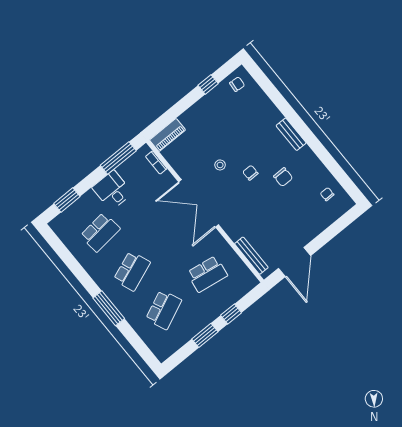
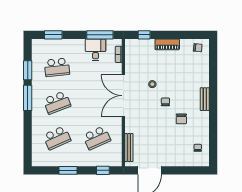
window: (208, 84) -> (144, 35), moved
piano: (168, 135) -> (167, 44), moved
desk: (112, 190) -> (96, 50), moved
window: (71, 262) -> (28, 70), added
school desk: (207, 274) -> (97, 138), turned -33
window: (109, 308) -> (28, 98), moved
window: (231, 314) -> (103, 170), moved

